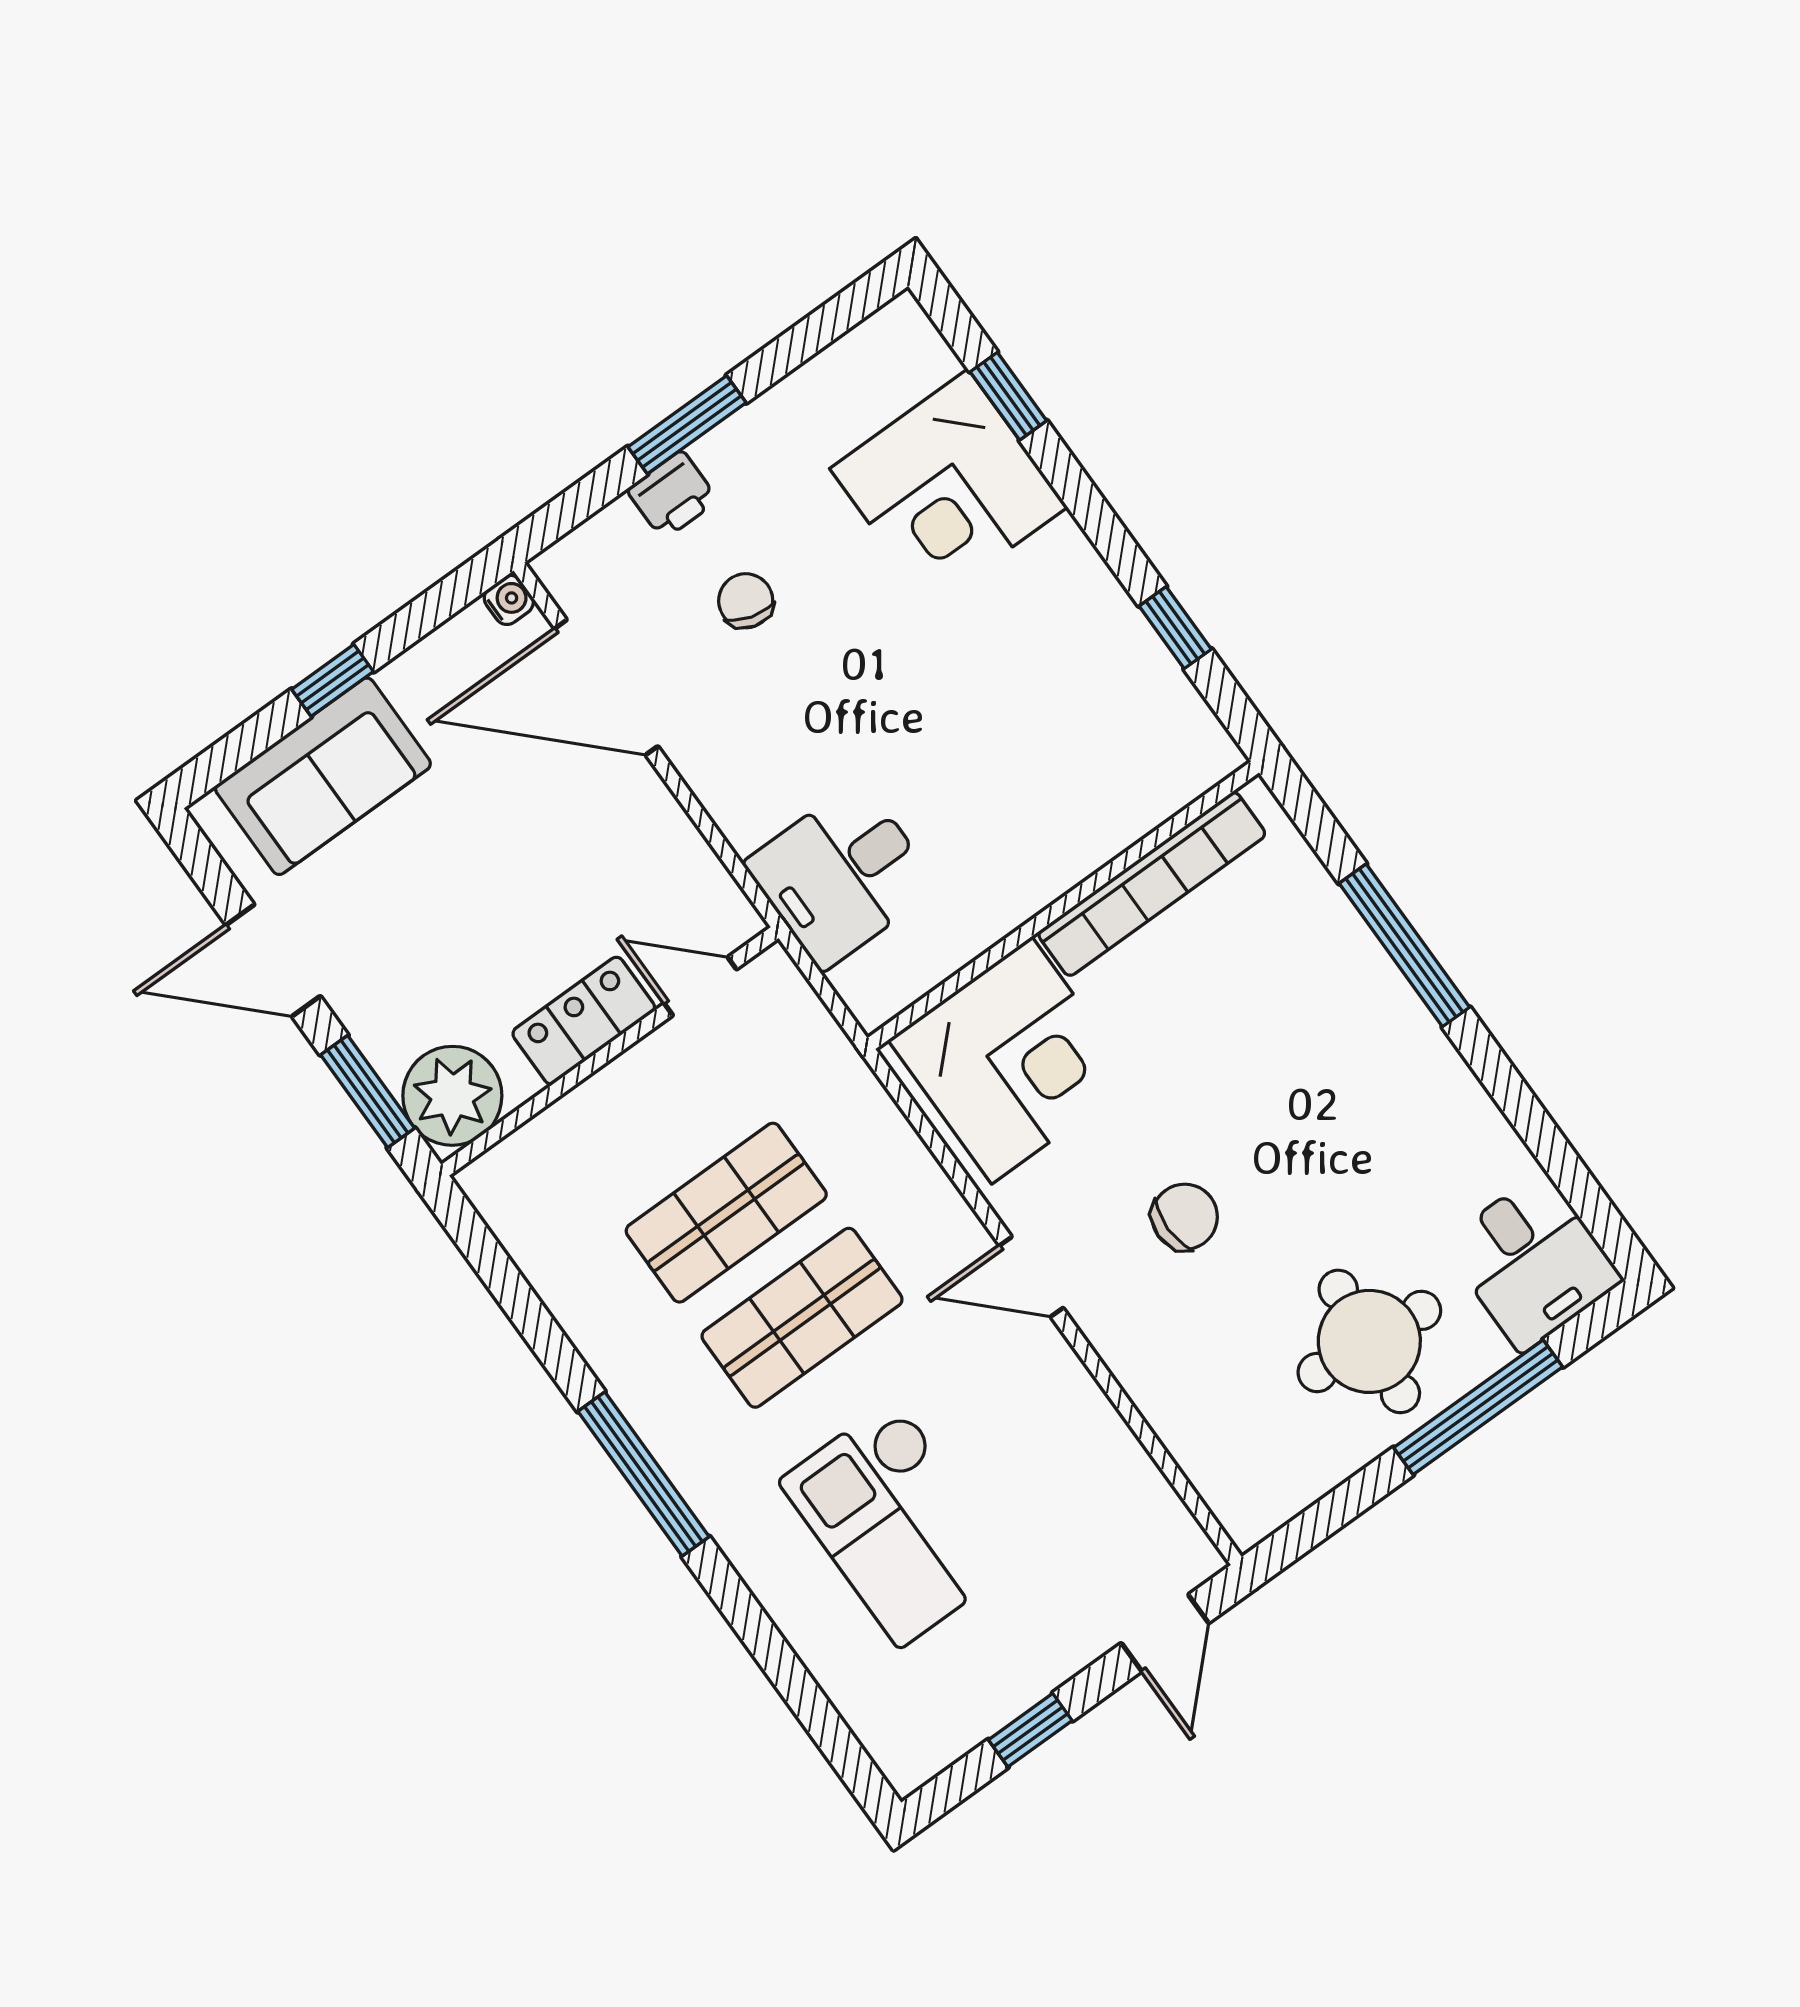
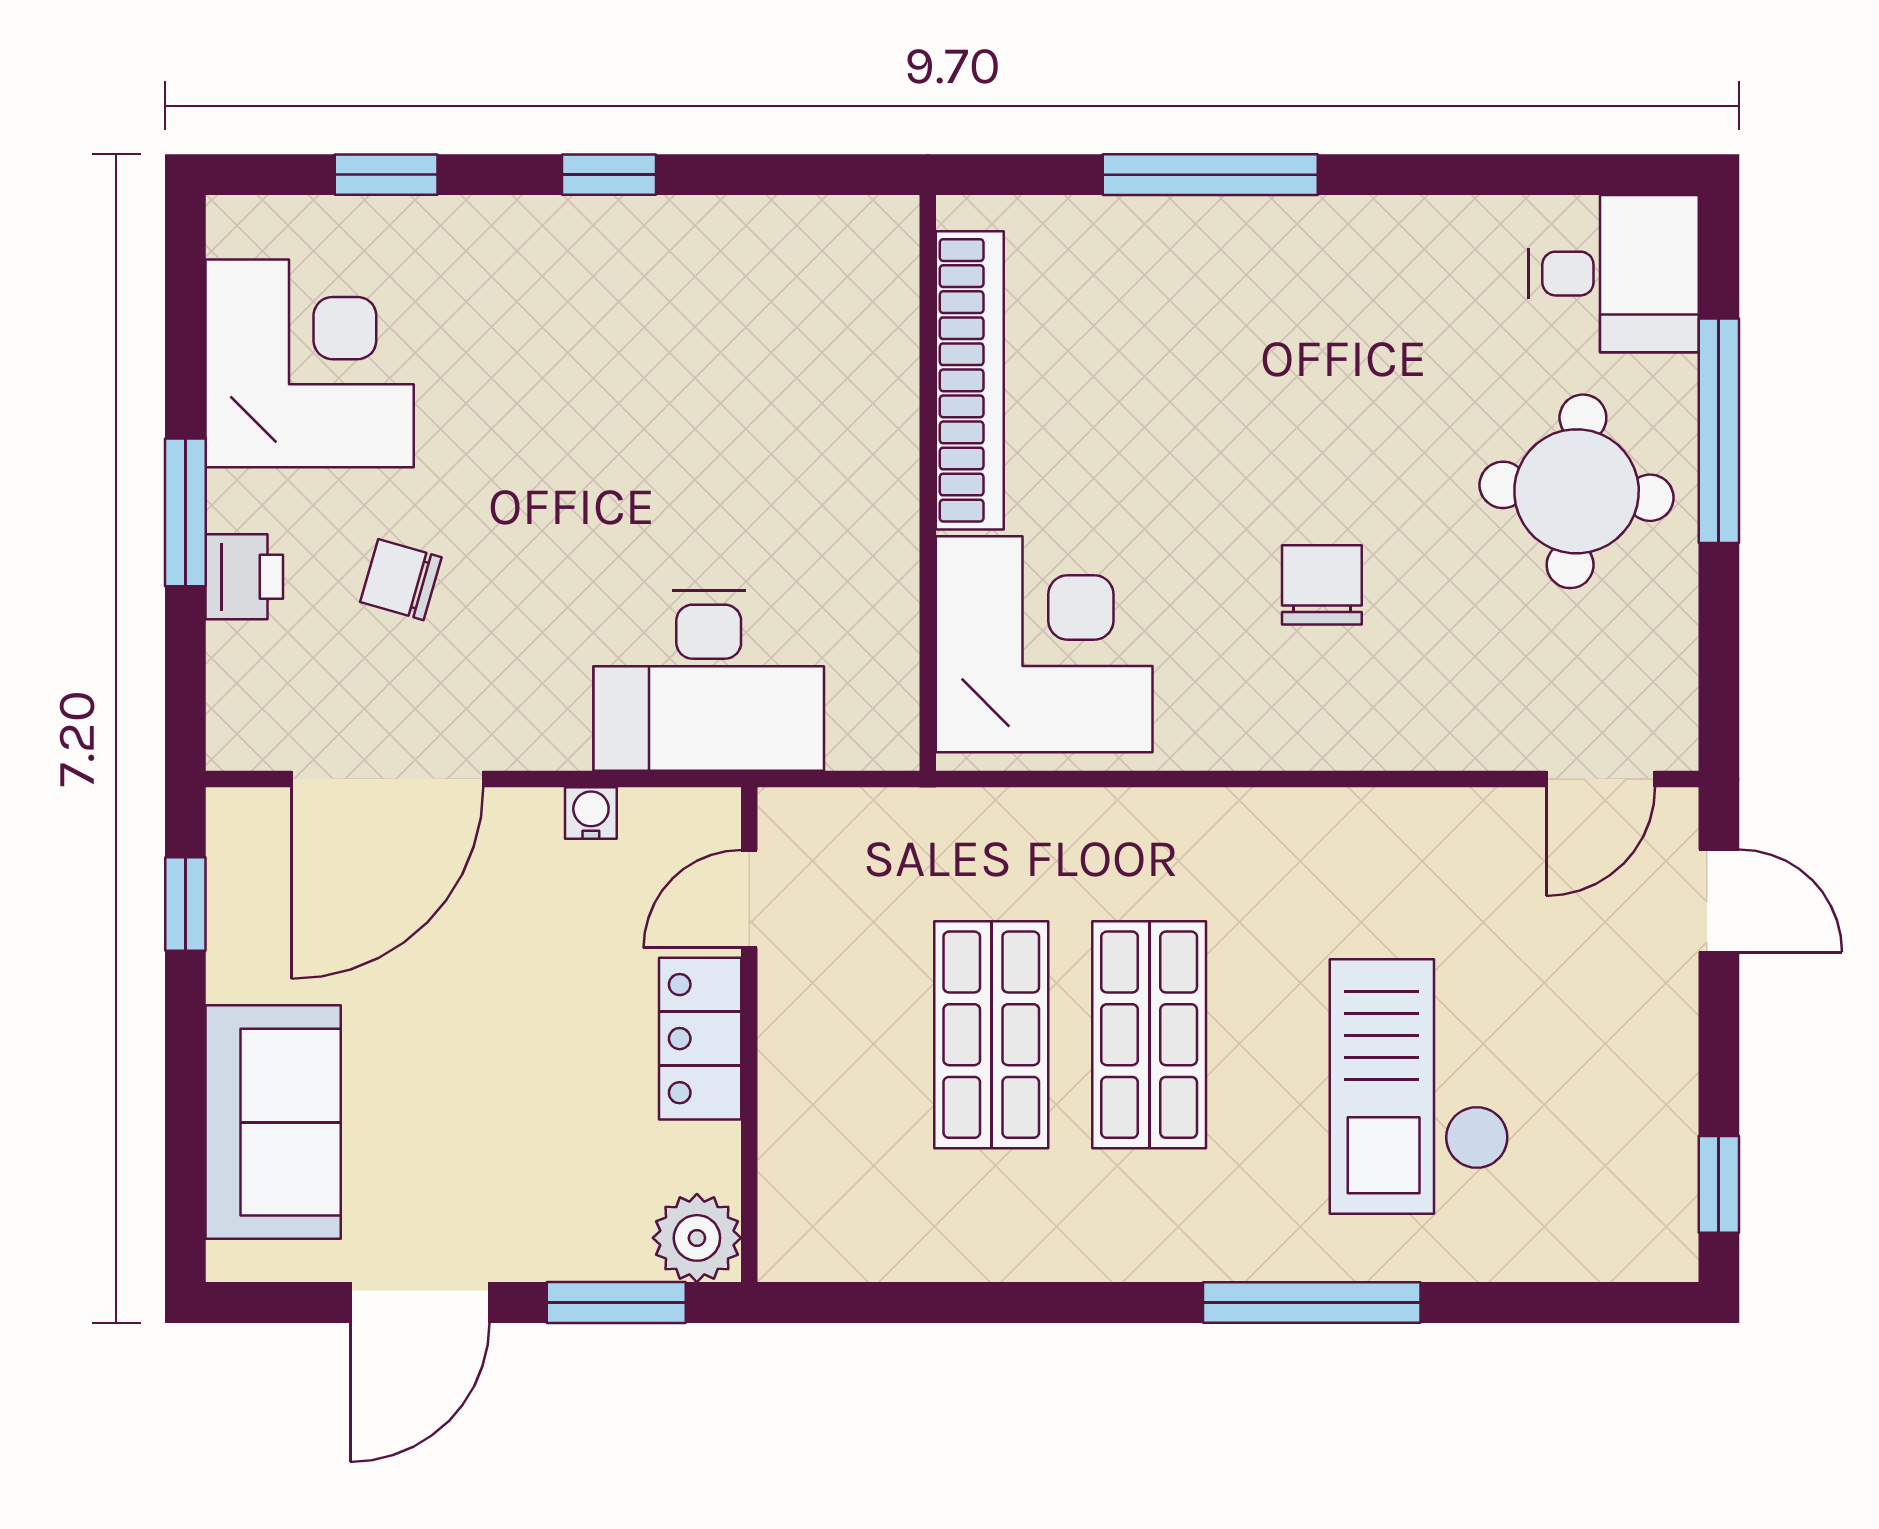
corner desk: (949, 488) -> (310, 363), moved, turned -90
water cooler: (509, 600) -> (591, 813), moved
window: (1175, 628) -> (609, 175), moved
window: (333, 680) -> (185, 904), moved
desk: (841, 875) -> (709, 681), width x1.37
plant: (452, 1096) -> (697, 1238), width x0.73, depth x0.73
door: (1031, 1277) -> (1601, 779), moved
window: (644, 1474) -> (1312, 1302), moved
checkout: (897, 1523) -> (1419, 1087), turned 90
window: (1030, 1730) -> (1719, 1184), moved

